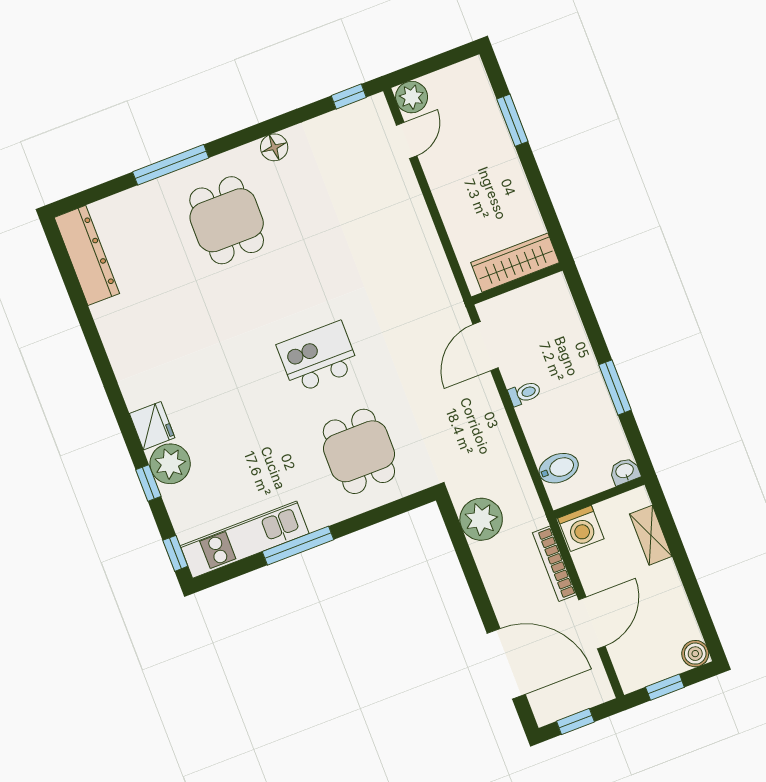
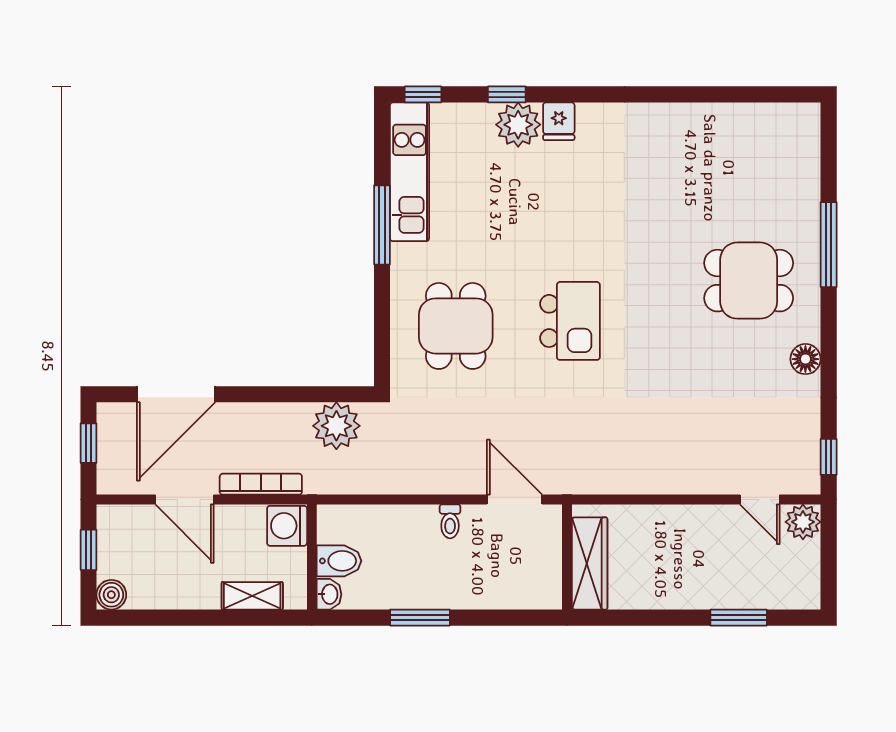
dresser: (87, 255) -> (768, 121), removed
fridge: (152, 426) -> (559, 121), width x0.72
dining table: (359, 451) -> (456, 326), turned 90
bidet: (559, 468) -> (339, 561), moved, turned -90

